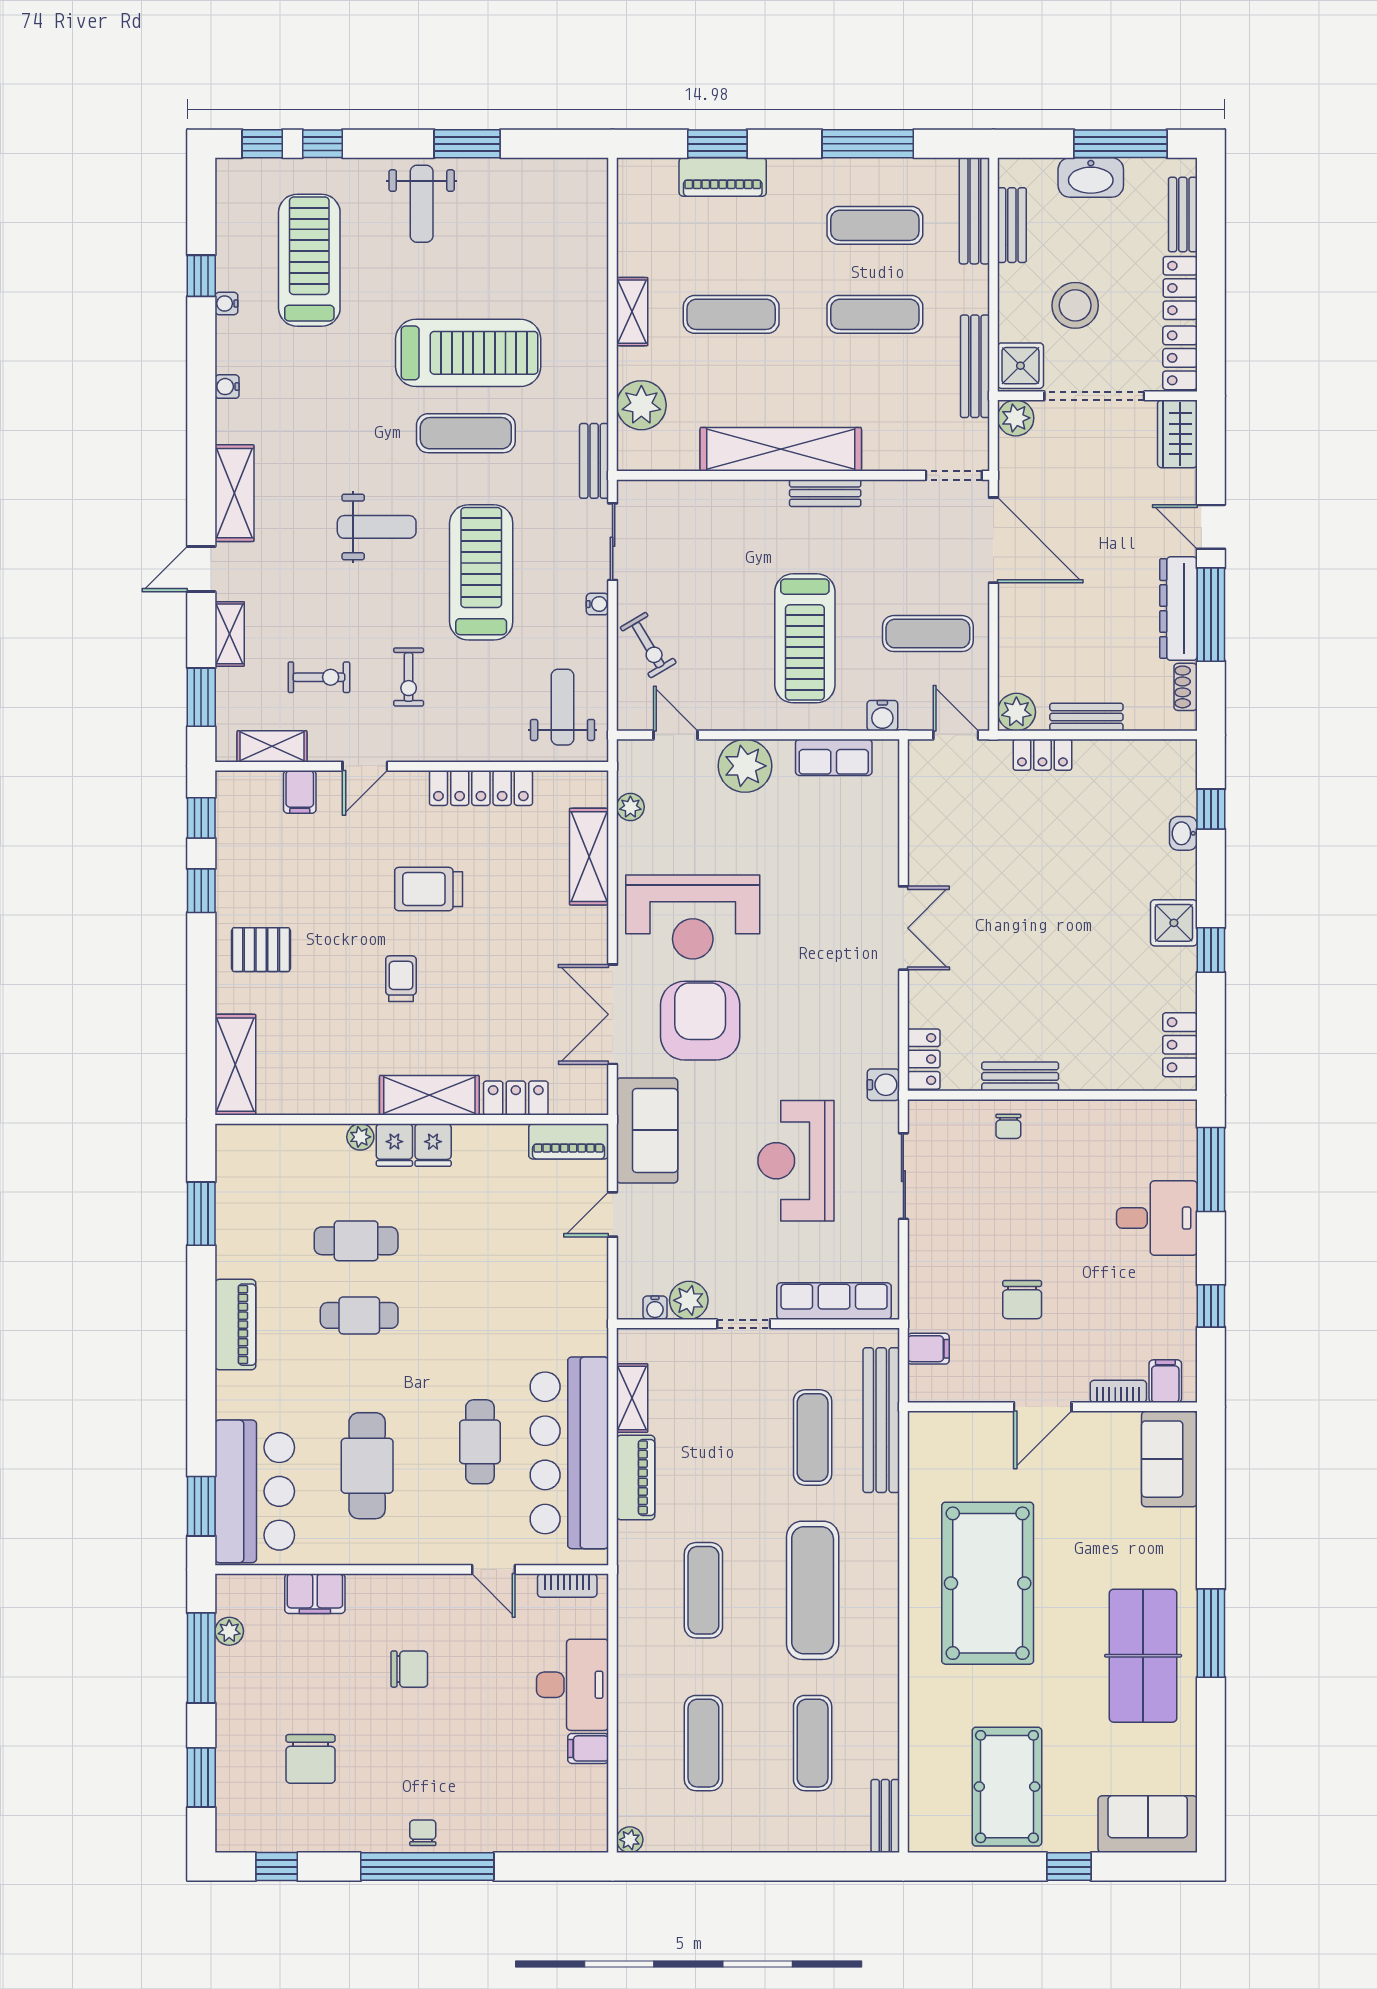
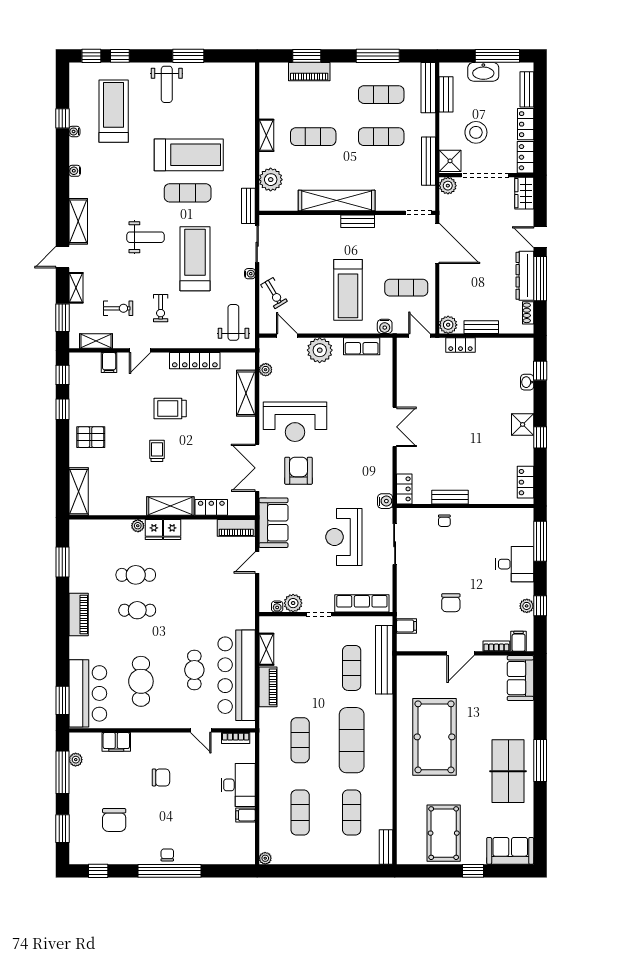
armchair: (700, 1021) -> (299, 471), width x0.73, depth x0.73
plant: (1182, 1306) -> (527, 606), added

